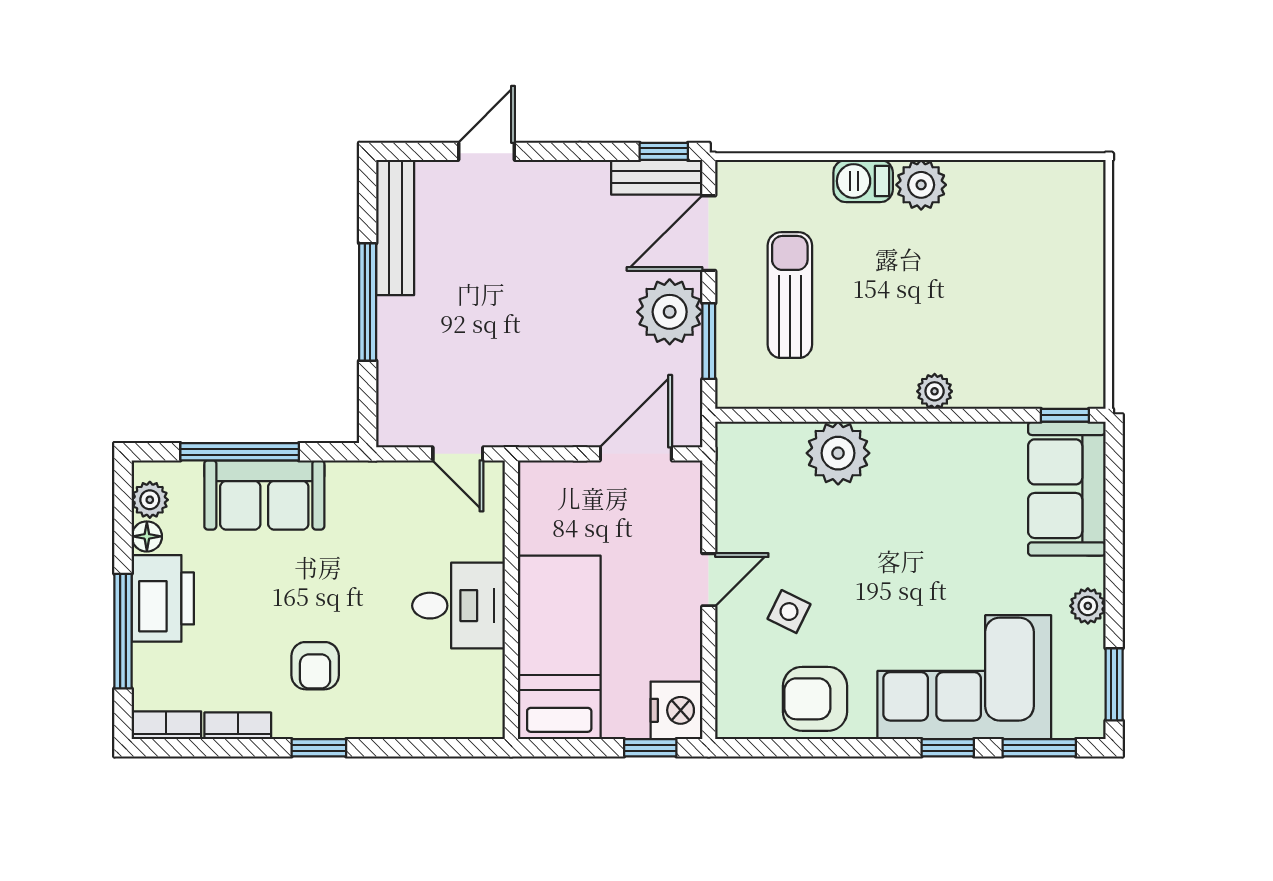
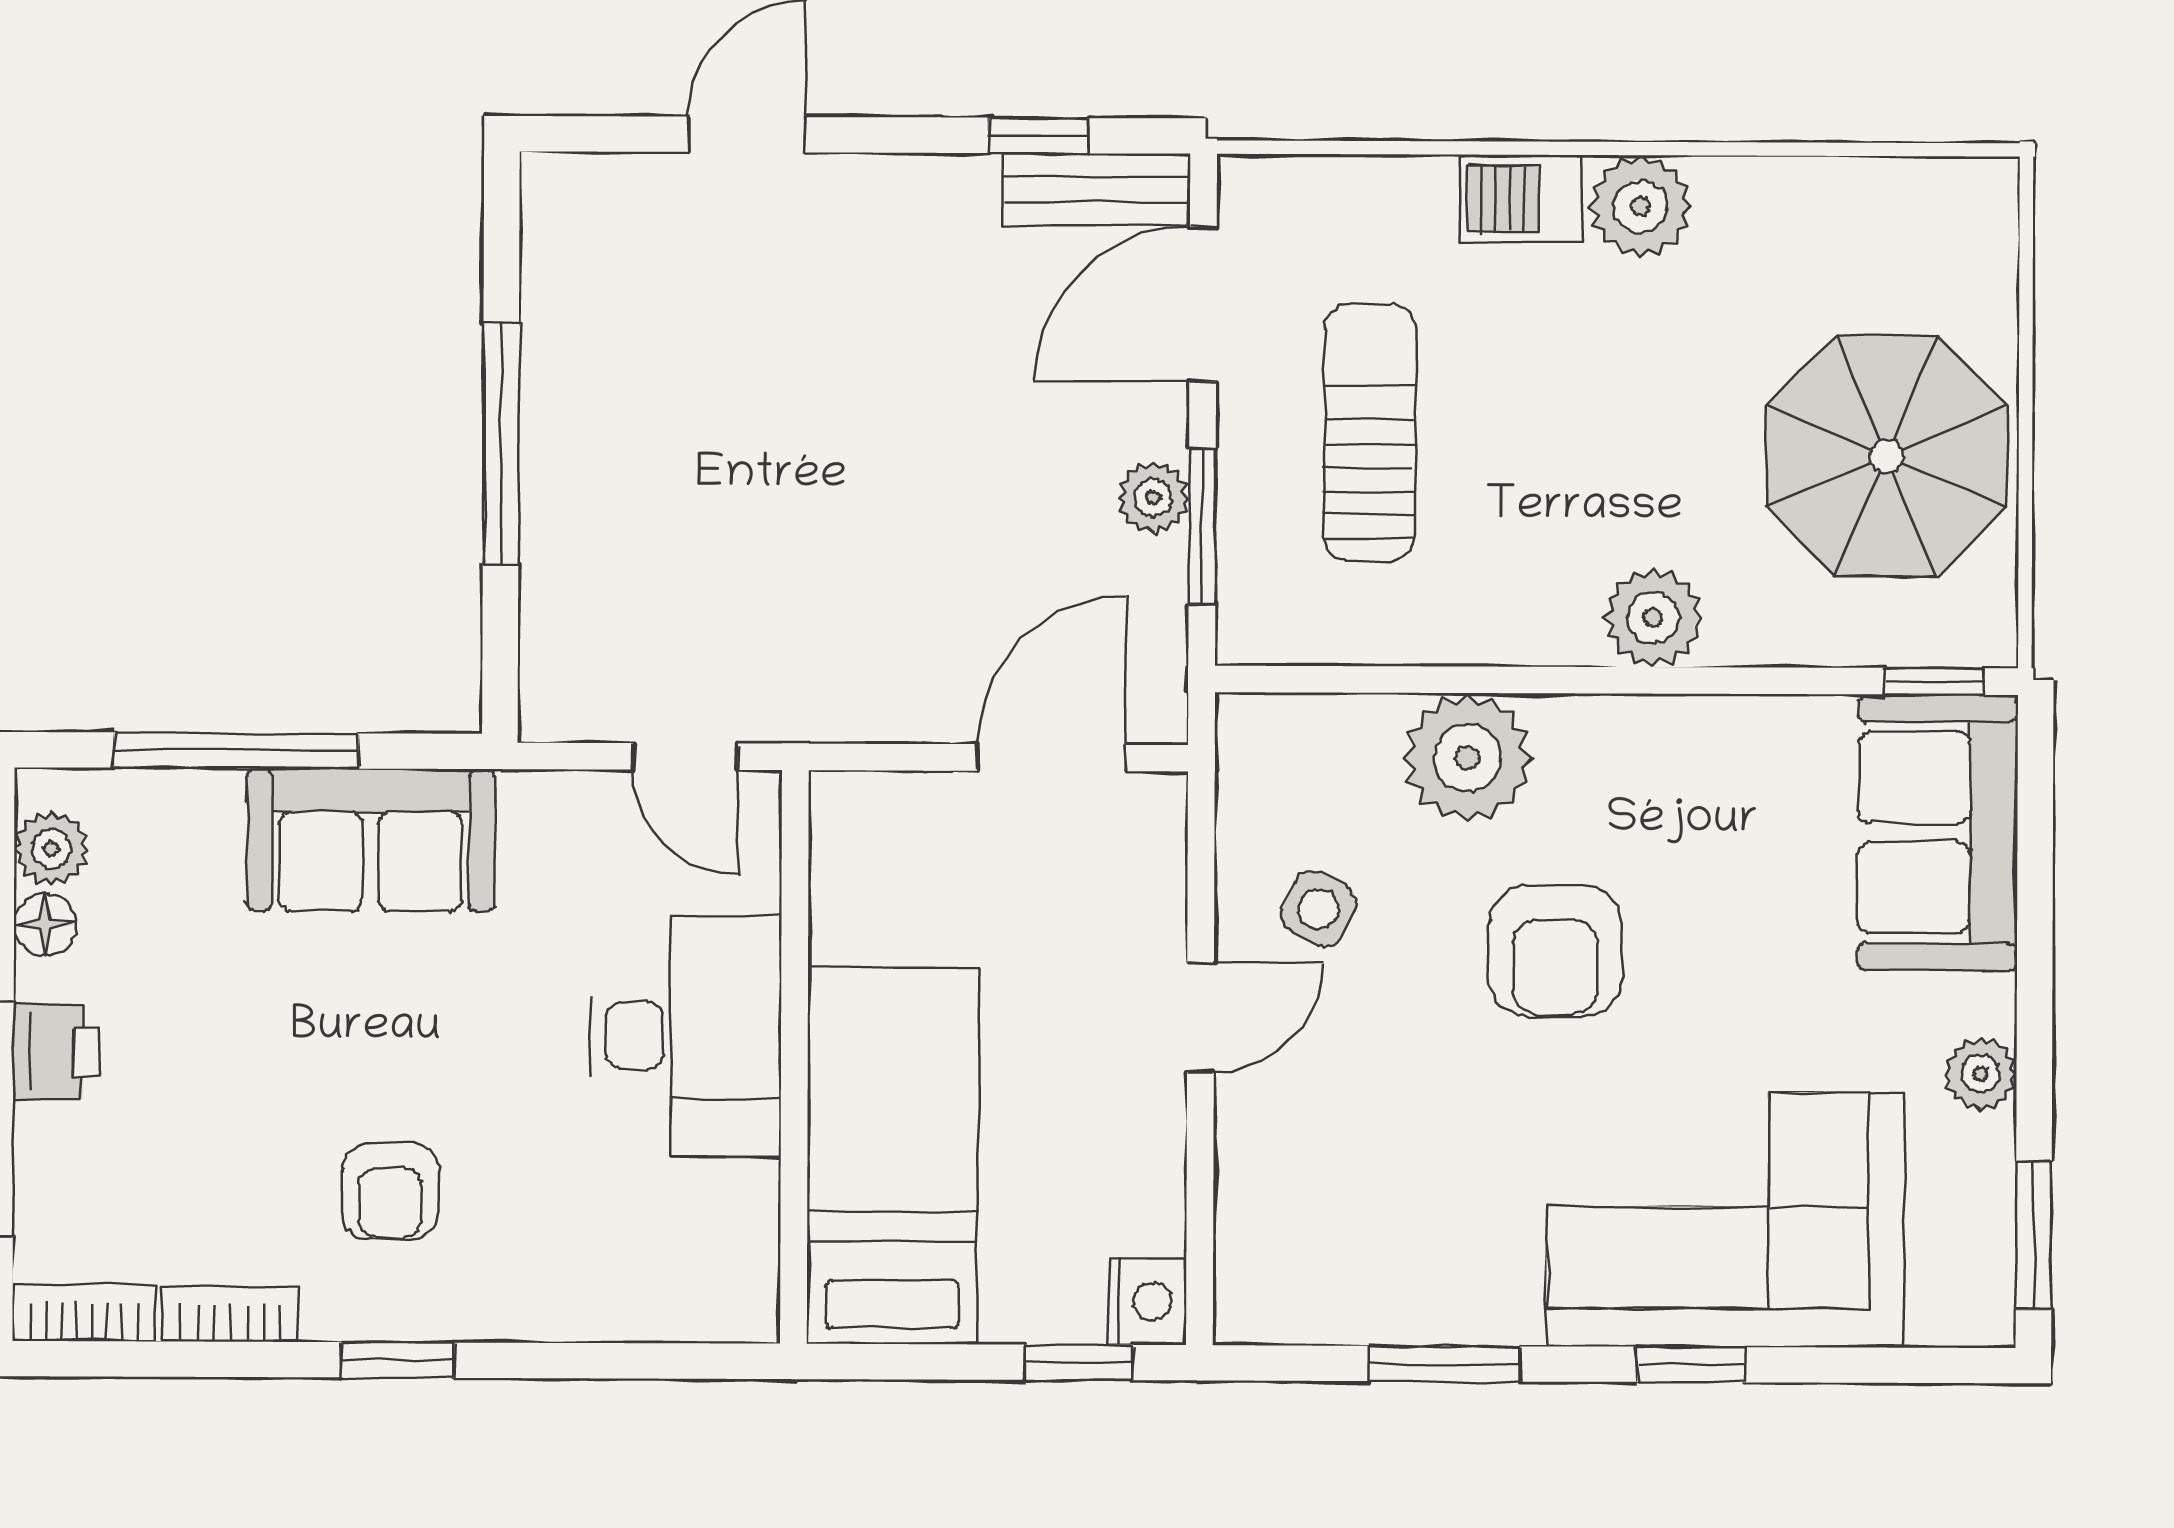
window: (664, 151) -> (1038, 135), moved
bench: (395, 228) -> (558, 291), removed
parasol: (1041, 306) -> (1887, 456), added
plant: (670, 312) -> (1153, 497), width x0.53, depth x0.53
plant: (935, 391) -> (1653, 618), width x1.38, depth x1.38
sofa: (264, 495) -> (371, 840), moved
printer: (163, 598) -> (57, 1052), width x0.53, depth x0.68
desk: (459, 606) -> (686, 1036), width x1.37
side table: (789, 612) -> (1318, 909), moved
armchair: (815, 699) -> (1555, 951), moved, turned -90
nightstand: (676, 710) -> (1146, 1301), width x0.74, depth x0.75
window: (1039, 748) -> (1444, 1364), moved

